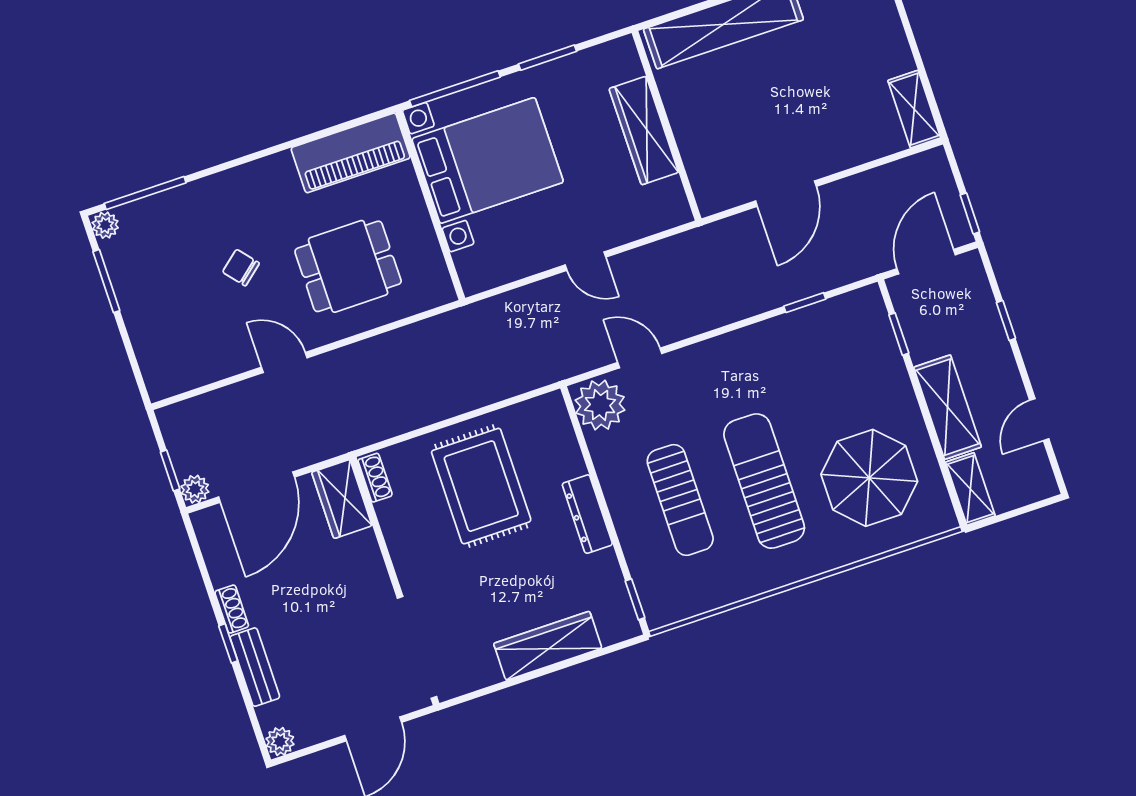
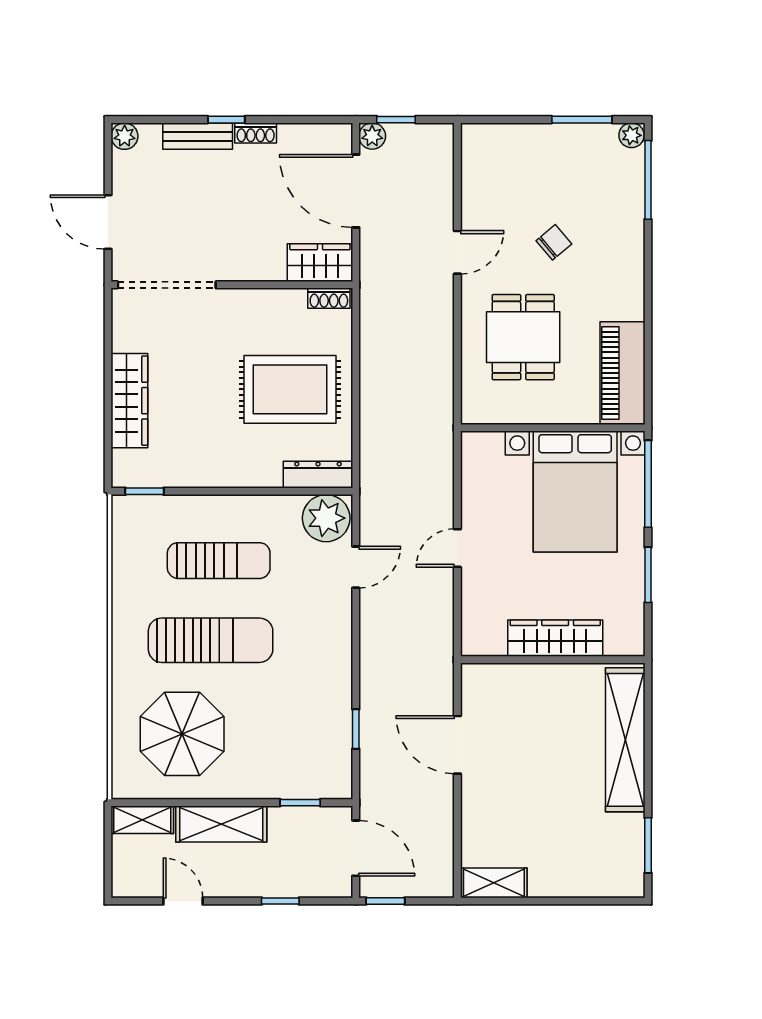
sun lounger: (680, 500) -> (219, 561), turned 180
dresser: (587, 514) -> (318, 475), moved

